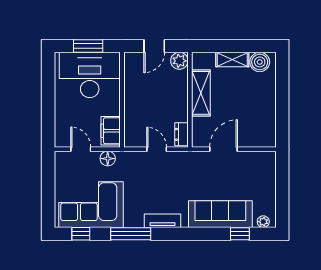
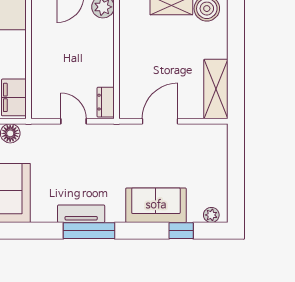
shelving: (201, 93) -> (216, 89), moved
sofa: (220, 214) -> (156, 205), width x0.73
window: (131, 234) -> (89, 231), moved

